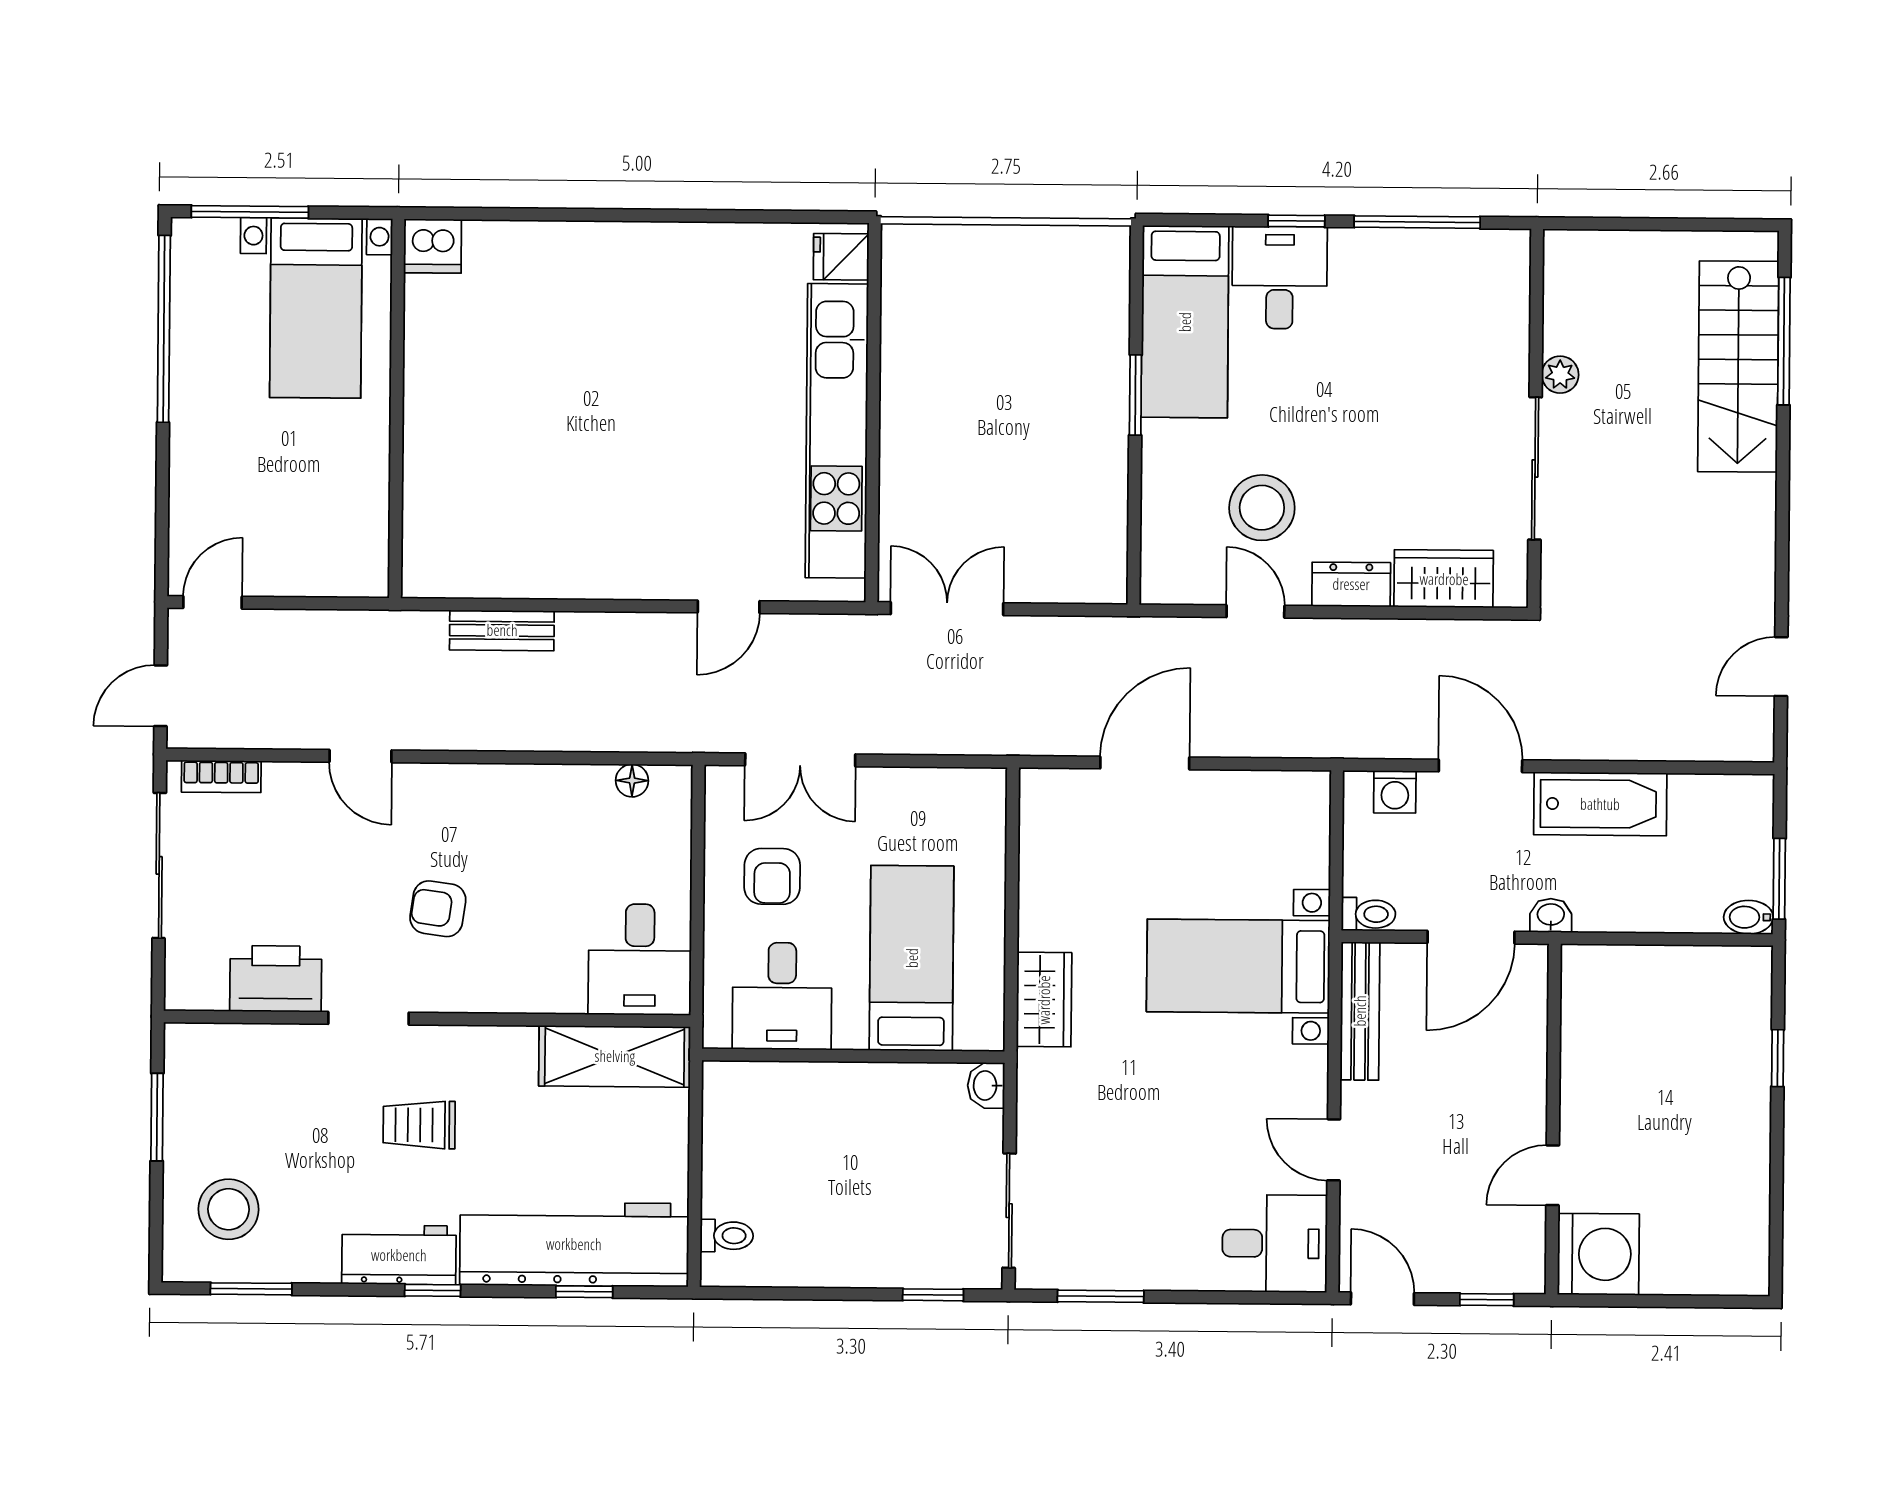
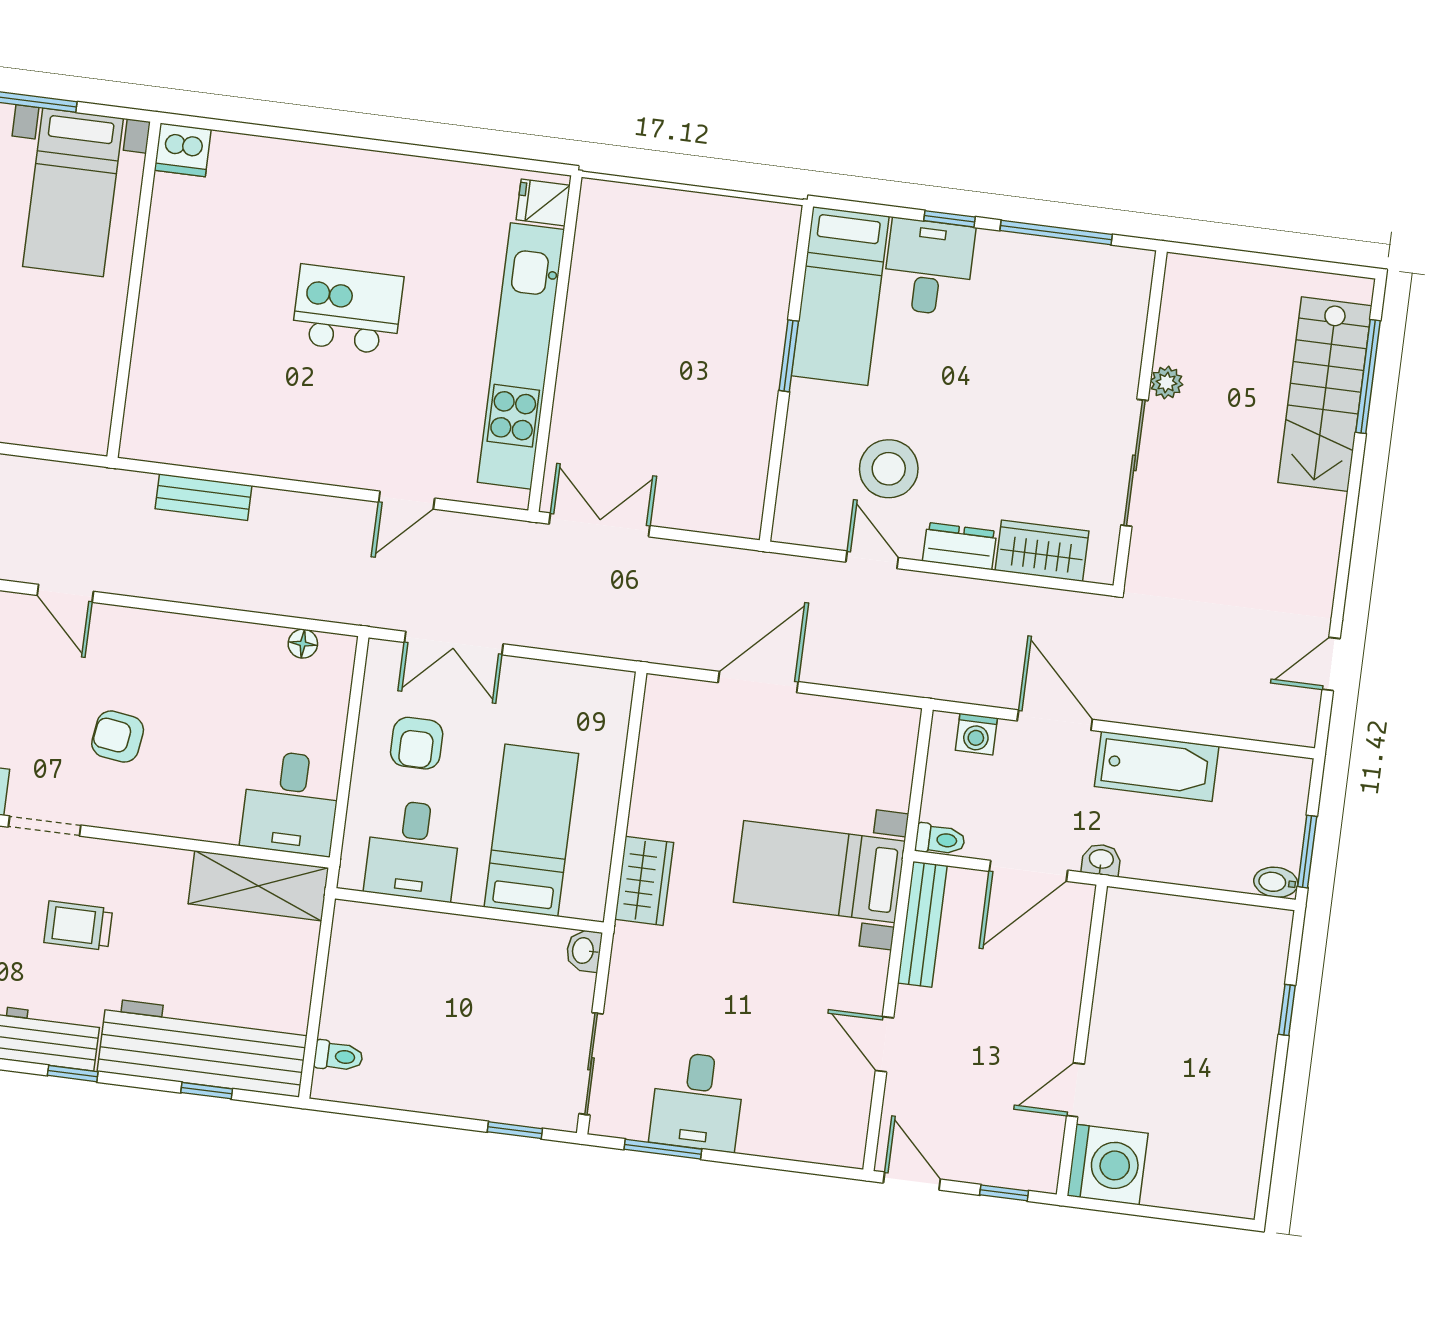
kitchen island: (637, 402) -> (348, 310), added
desk: (1275, 1243) -> (697, 1101), moved, turned 90

